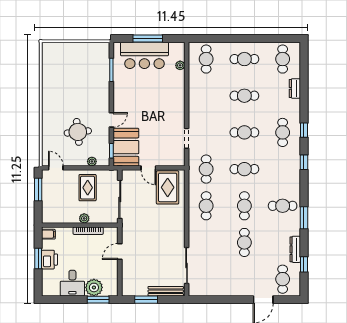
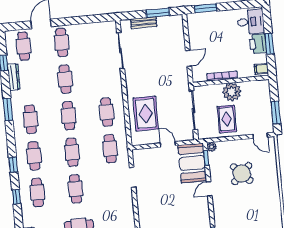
round table: (78, 132) -> (242, 174), turned -38
cafe table: (244, 132) -> (75, 189), turned 90
plant: (92, 161) -> (212, 147), moved
cafe table: (244, 169) -> (72, 152), turned 90
cafe table: (283, 169) -> (34, 156), added
rug: (168, 187) -> (146, 114), moved
cafe table: (283, 206) -> (30, 119), turned 90
plant: (84, 218) -> (232, 92), width x1.88, depth x1.88
cafe table: (244, 279) -> (62, 43), added
desk: (72, 283) -> (251, 22), moved, turned 90
plant: (94, 287) -> (211, 20), removed
bench: (166, 291) -> (144, 23), width x0.73

